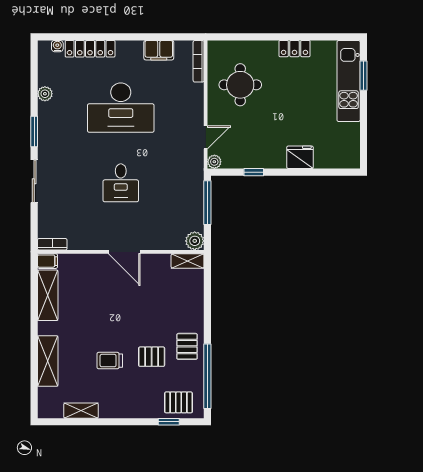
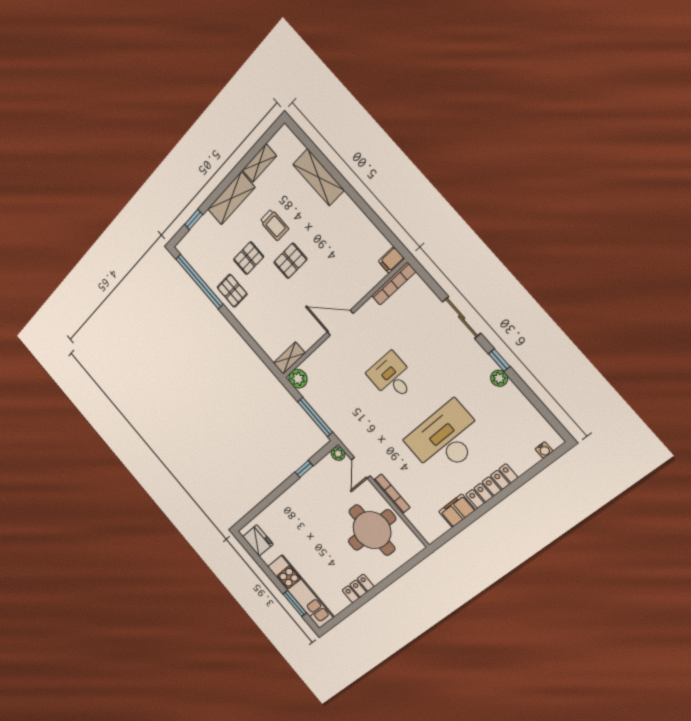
locker: (90, 49) -> (492, 486), moved
bookcase: (199, 61) -> (392, 494), moved
round table: (240, 85) -> (372, 530), width x1.36, depth x1.36
plant: (45, 94) -> (499, 378), moved
window: (34, 131) -> (499, 360), width x0.67
fridge: (300, 157) -> (258, 540), moved, turned -90
bookcase: (52, 244) -> (394, 284), width x1.56
shelving: (48, 295) -> (231, 198), moved, turned 90
trolley: (110, 361) -> (274, 225), turned 90
pallet: (178, 402) -> (290, 261), moved

